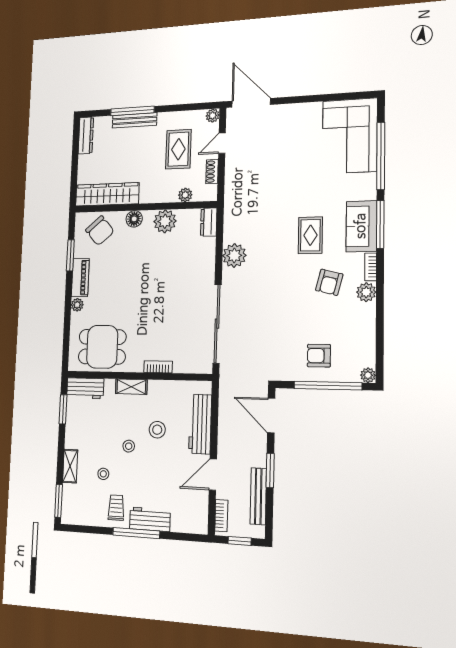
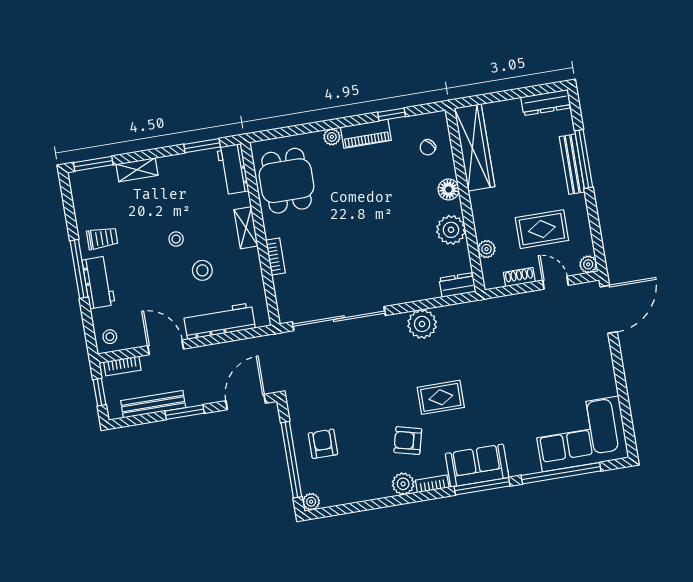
chair: (100, 231) -> (428, 147), width x0.54, depth x0.54
rug: (310, 235) -> (441, 397), moved
window: (70, 255) -> (392, 114), width x0.67
stool: (103, 474) -> (110, 337), moved

